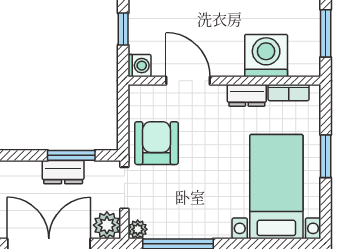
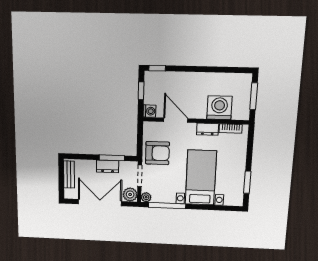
armchair: (156, 143) -> (157, 153), turned 90
window: (326, 156) -> (247, 182), moved
bed with nightstands: (276, 187) -> (201, 178), moved

